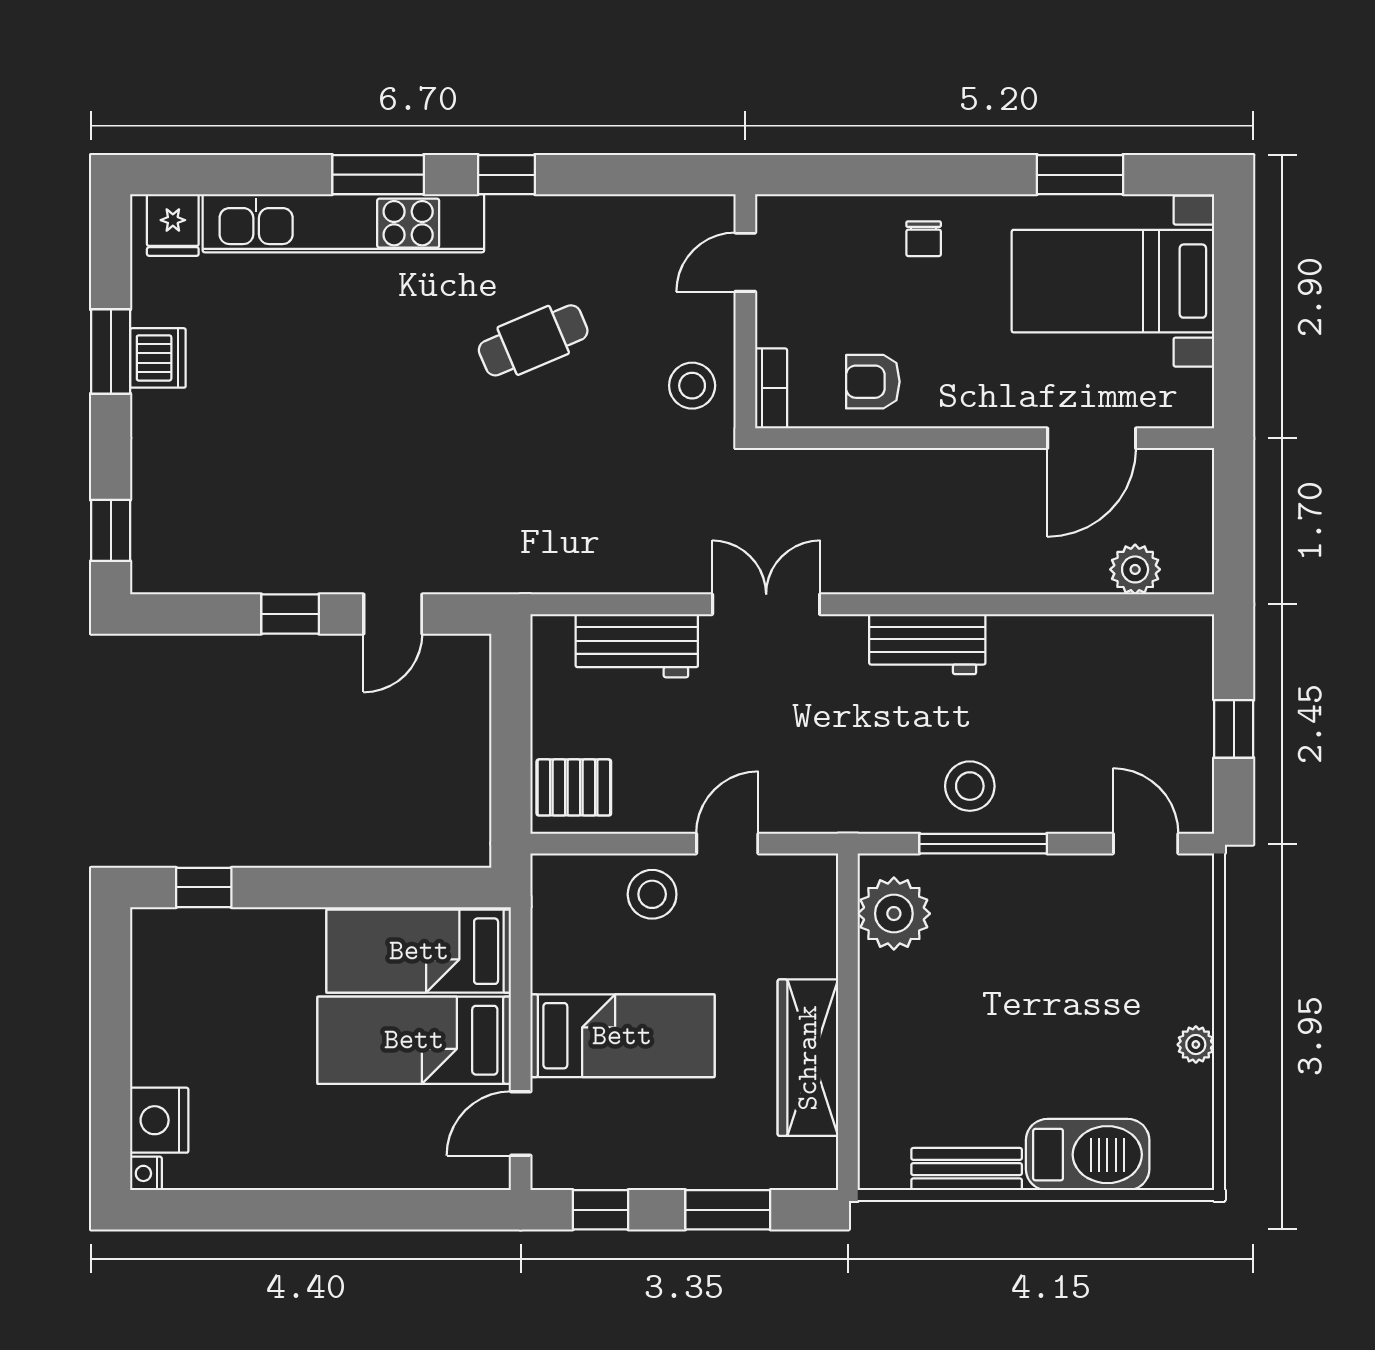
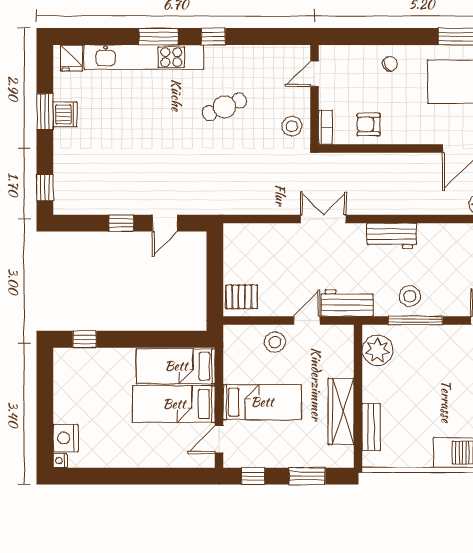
chair: (924, 239) -> (390, 64), turned -124
workbench: (637, 646) -> (347, 303), moved, turned 180
bench: (967, 1169) -> (371, 427), moved, turned 90

